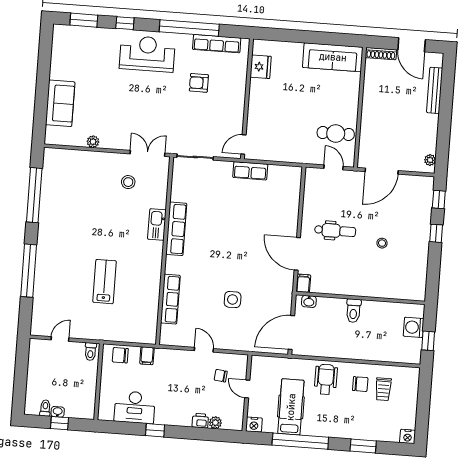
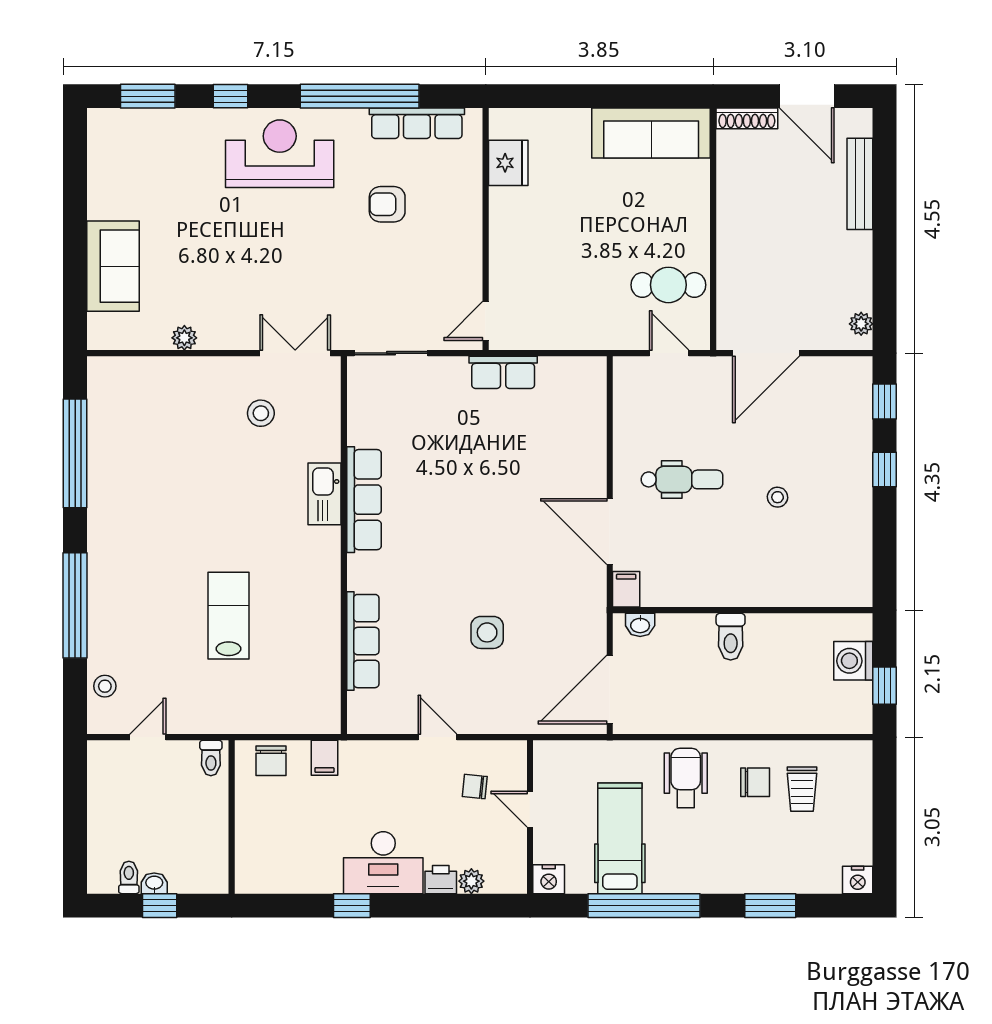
stool: (40, 312) -> (105, 686), added
chair: (120, 355) -> (271, 761), turned -90
desk: (135, 407) -> (383, 863), moved

